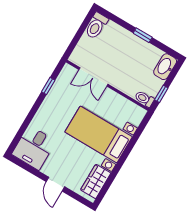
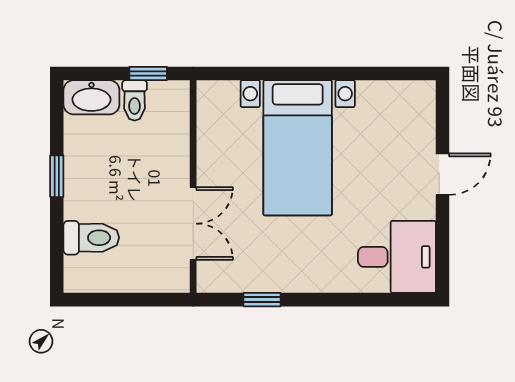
toilet: (96, 26) -> (91, 238), moved
toilet: (144, 99) -> (135, 100), moved
wardrobe: (96, 181) -> (391, 100), removed

